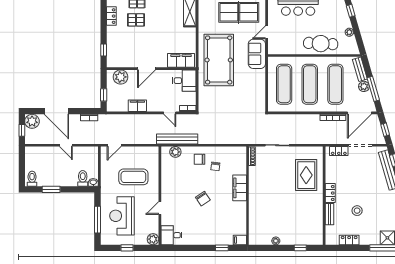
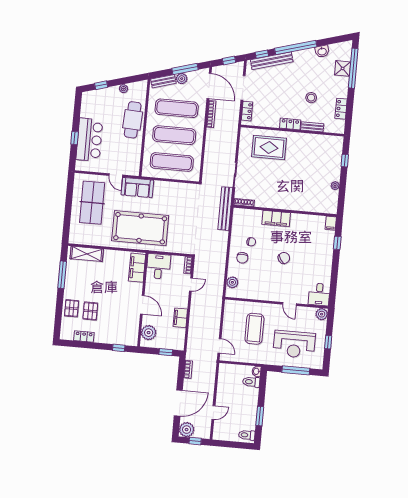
bench: (177, 139) -> (225, 209), moved
door: (66, 145) -> (213, 413), moved

